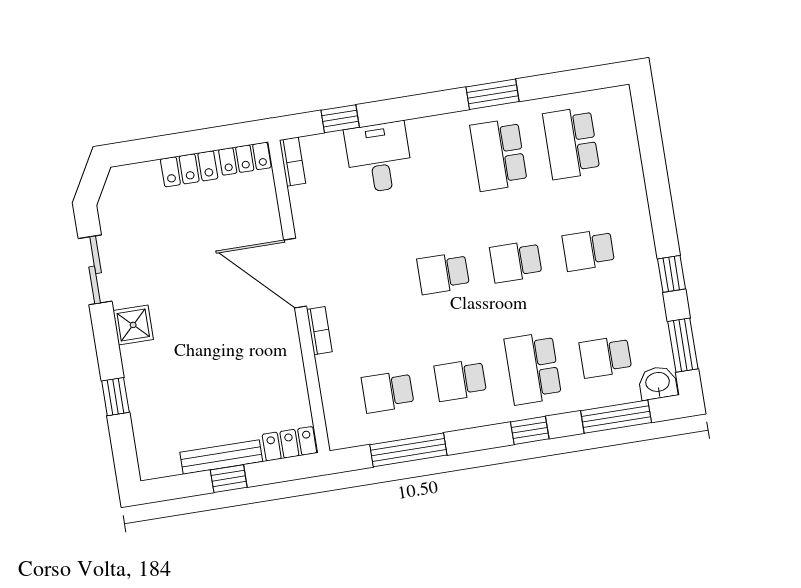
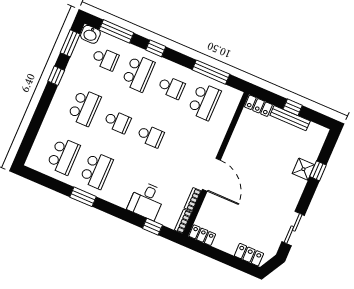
locker: (189, 169) -> (249, 255), moved
school desk: (588, 250) -> (84, 107), width x1.85
shower: (133, 325) -> (303, 169), moved
bookcase: (319, 331) -> (193, 200), moved
school desk: (388, 392) -> (204, 101), width x1.85

